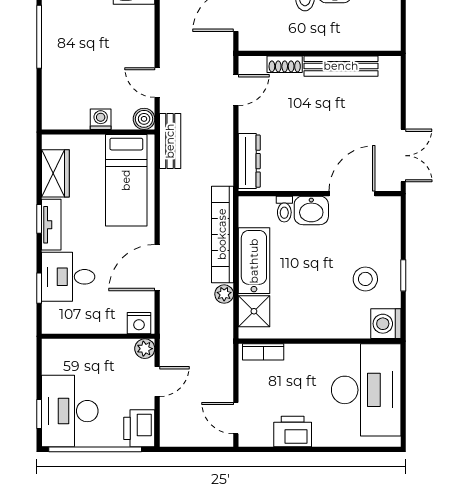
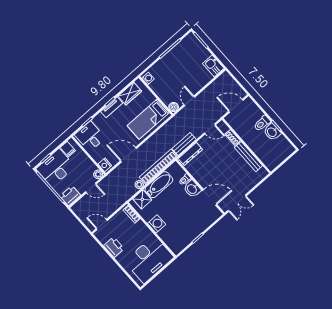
washing machine: (101, 119) -> (148, 79), moved
bench: (170, 141) -> (184, 144), moved
desk: (68, 277) -> (90, 136), moved
stool: (365, 279) -> (185, 227), removed
washing machine: (386, 324) -> (157, 224), moved, turned 90
filing cabinet: (56, 362) -> (68, 149), added
door: (236, 418) -> (102, 225), hinge flipped

